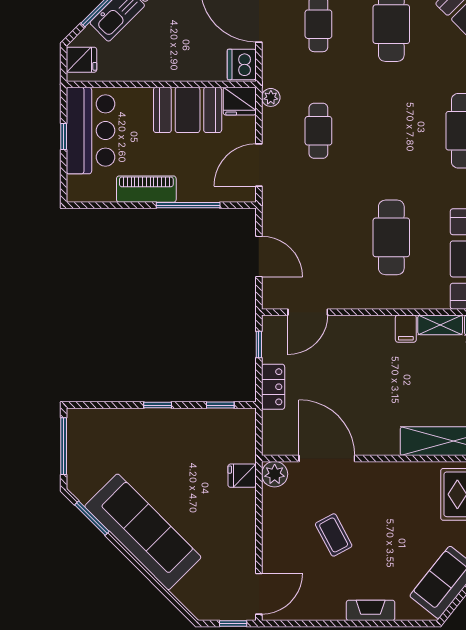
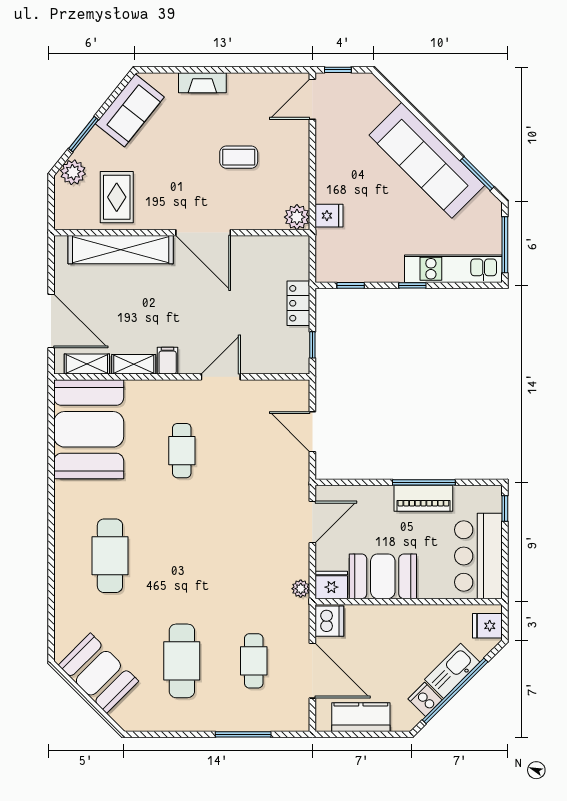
cafe table: (318, 131) -> (254, 556), removed
window: (64, 137) -> (505, 509), moved
window: (188, 205) -> (424, 482), moved
cafe table: (391, 237) -> (182, 451), width x0.73, depth x0.74
door: (308, 312) -> (221, 377), moved
kitchen unit: (116, 422) -> (453, 269), added
door: (327, 458) -> (203, 233), moved
coffee table: (334, 535) -> (239, 157), turned -62

